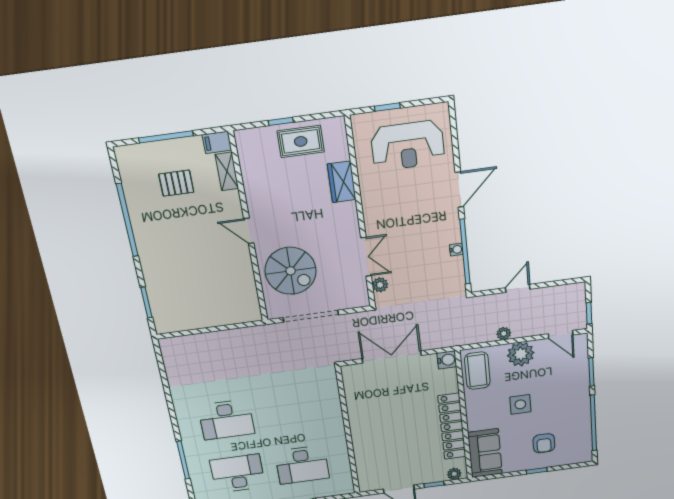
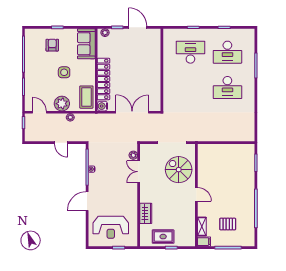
reception desk: (408, 146) -> (111, 227), turned 180
door: (518, 288) -> (61, 143), hinge flipped
double door: (392, 357) -> (132, 112), swing flipped
desk: (226, 420) -> (227, 87), turned 180
locker: (452, 426) -> (103, 79), moved

